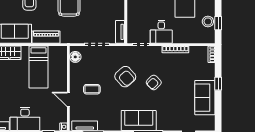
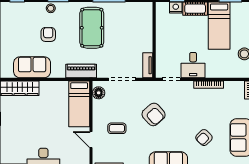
piano: (46, 37) -> (81, 71), moved
bed: (39, 67) -> (79, 104), moved
armchair: (154, 82) -> (204, 138), moved

